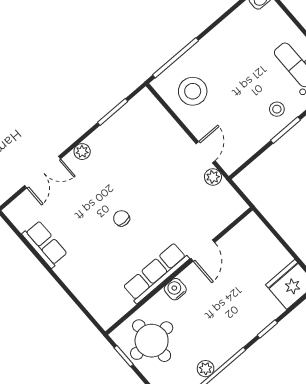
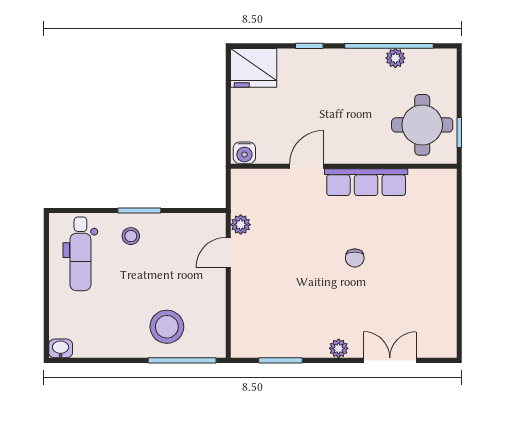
stool: (193, 91) -> (167, 327), moved
row of seats: (45, 244) -> (444, 294), removed
water cooler: (175, 289) -> (244, 153), moved

